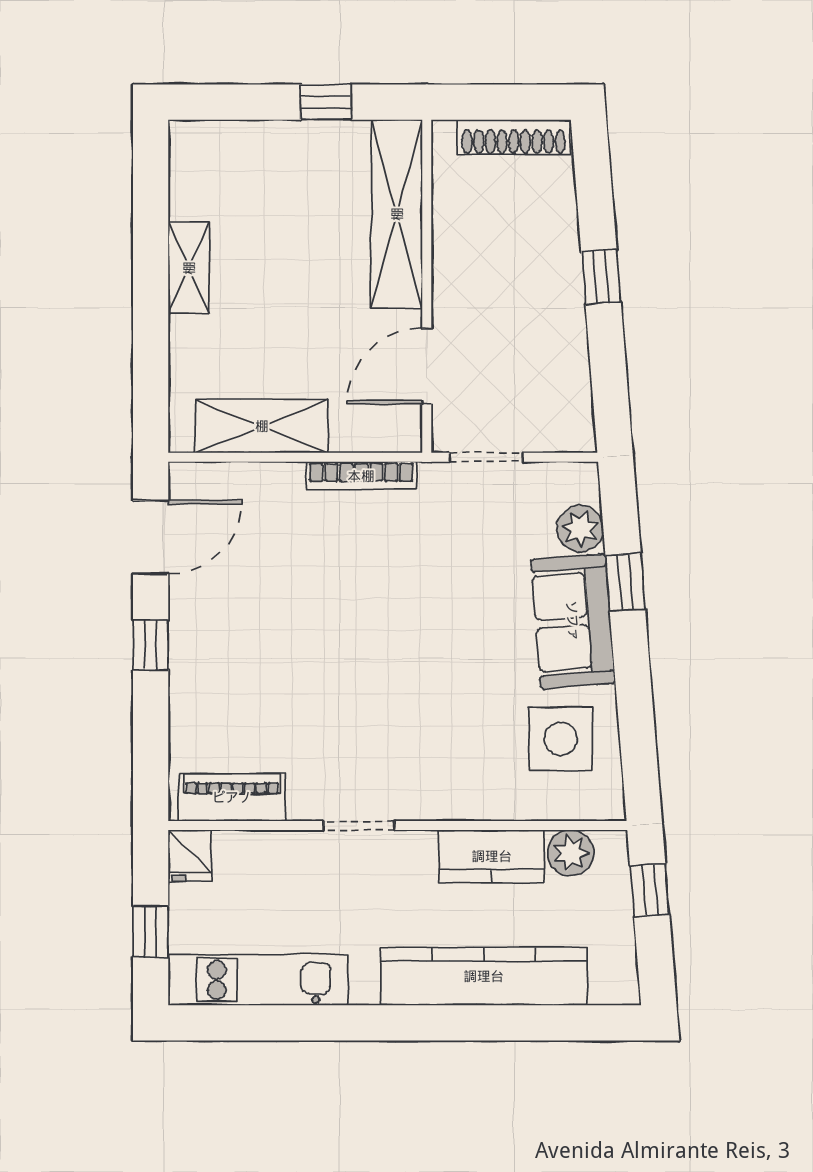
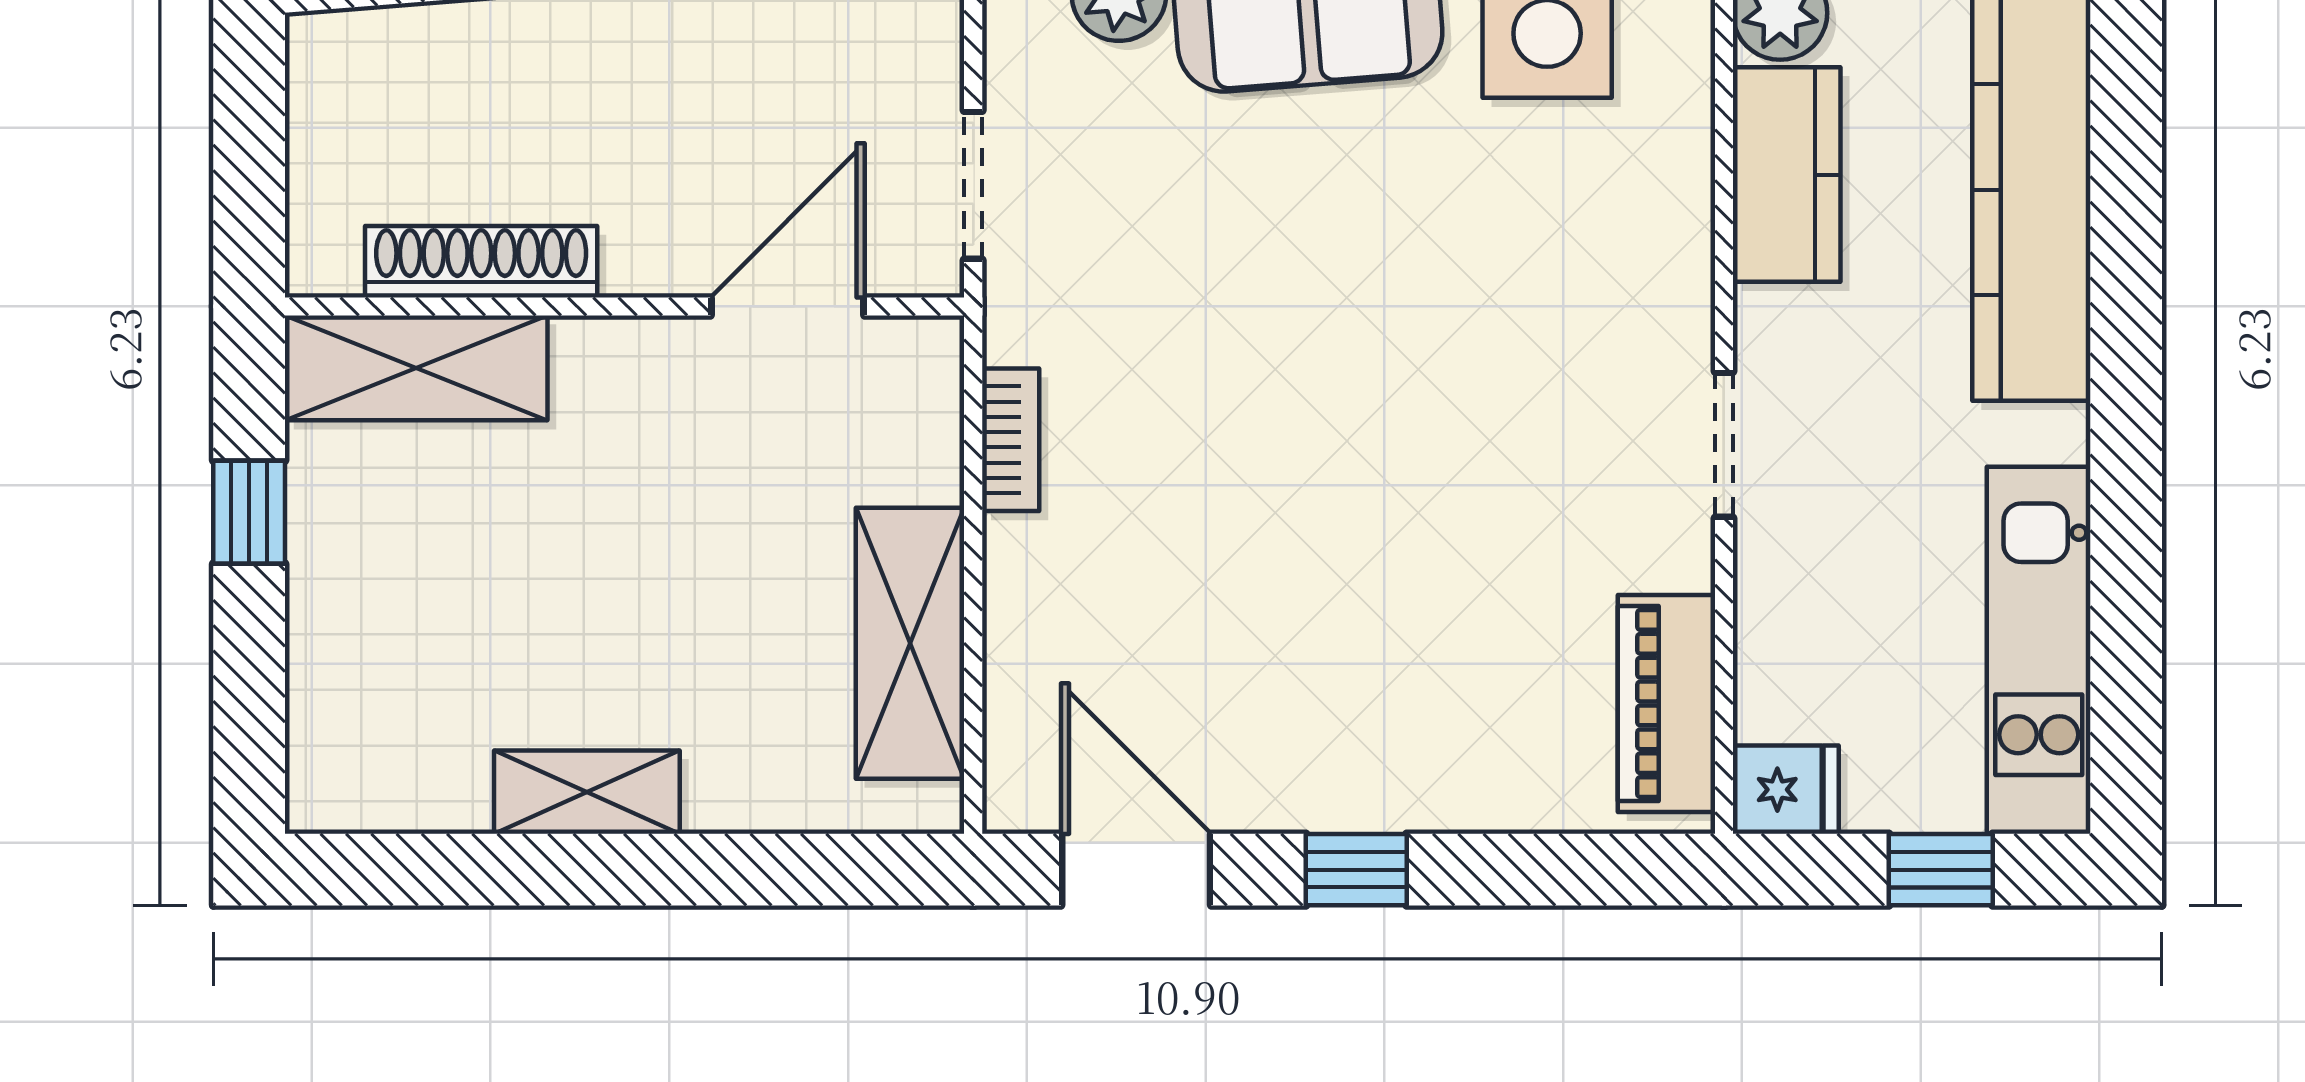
shoe rack: (514, 137) -> (481, 262), moved, turned -90
shelving: (397, 214) -> (416, 368), width x0.68
door: (427, 366) -> (788, 306), swing flipped
bookcase: (361, 476) -> (1011, 440), width x0.64

